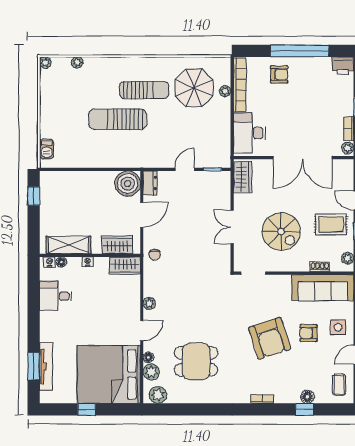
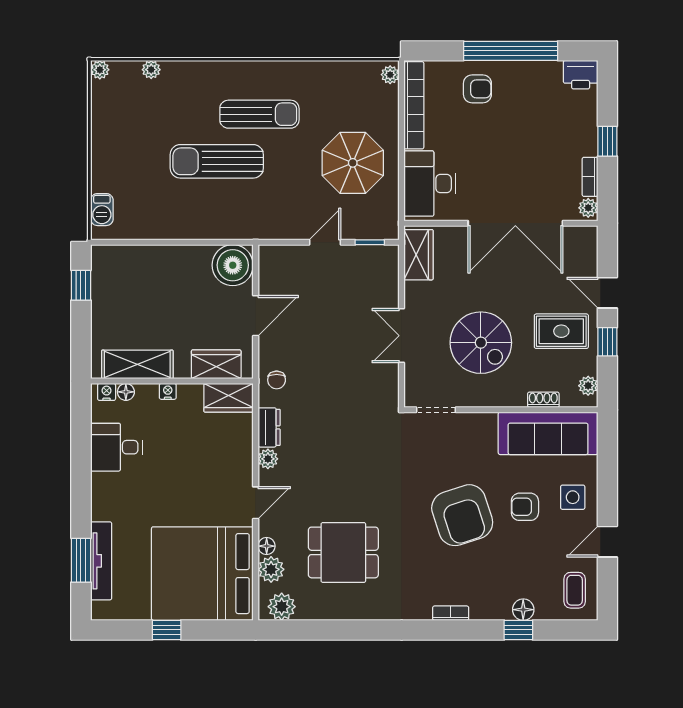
parasol: (194, 88) -> (353, 163), moved
plant: (225, 91) -> (390, 75), moved
dresser: (150, 183) -> (269, 427), moved

